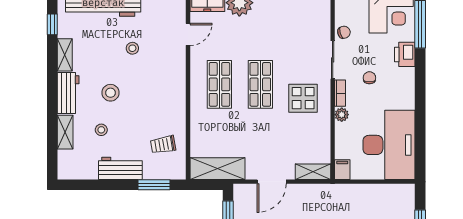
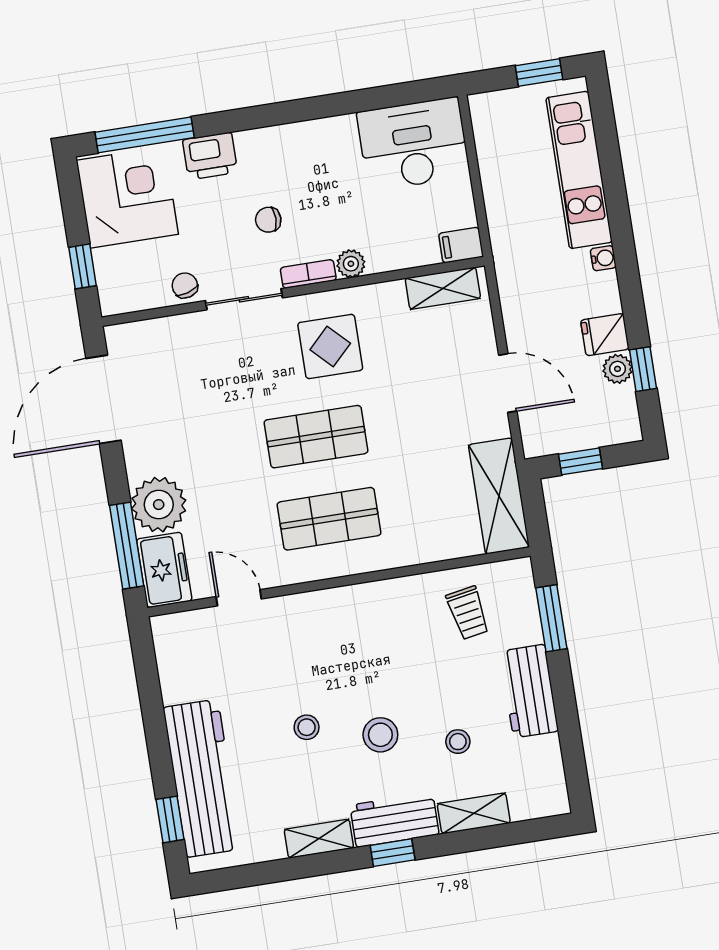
window: (52, 24) -> (393, 853), moved
stool: (132, 48) -> (307, 727), moved
desk: (389, 145) -> (413, 144), width x0.73, depth x0.77
shelving: (313, 172) -> (443, 288), moved, turned 90

